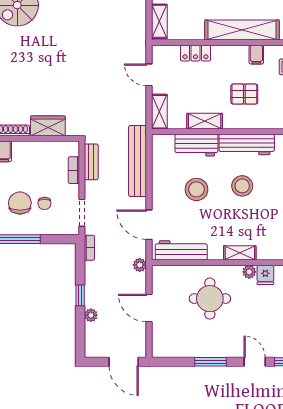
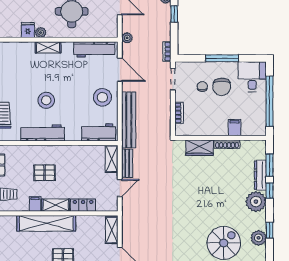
door: (149, 75) -> (120, 188), hinge flipped
shelving: (205, 121) -> (56, 205), moved
workbench: (196, 145) -> (98, 132), moved
bench: (91, 162) -> (127, 163), moved
stool: (196, 189) -> (102, 97), moved

